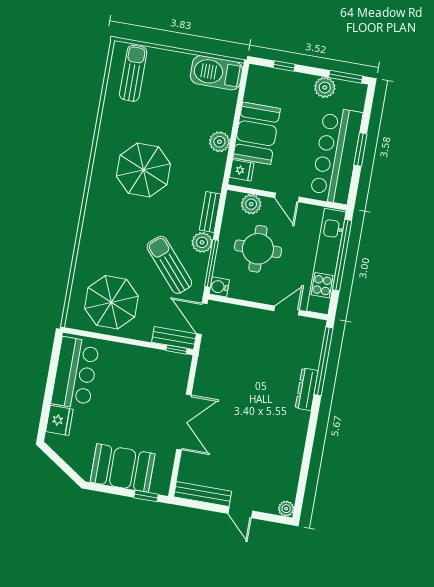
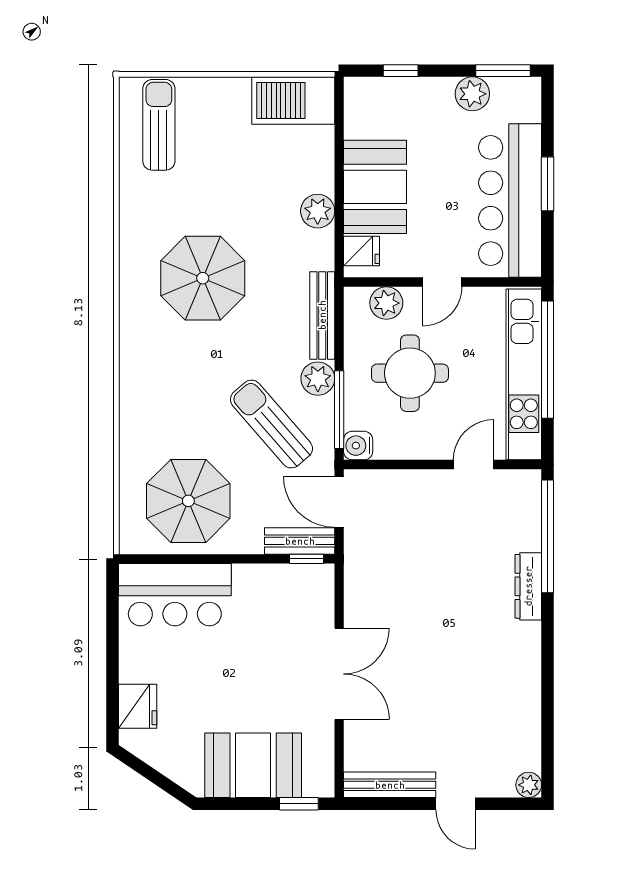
door: (287, 197) -> (442, 282), hinge flipped
bench: (210, 212) -> (322, 315), width x1.36
bar counter: (75, 373) -> (175, 595), moved, turned 90

